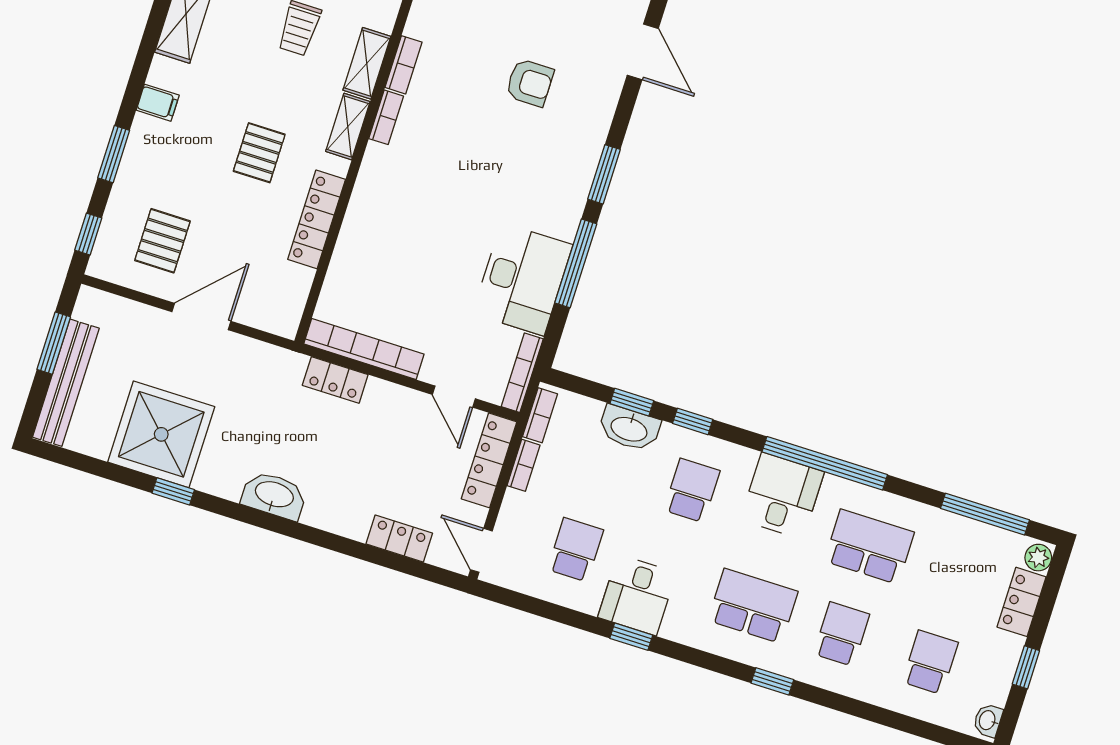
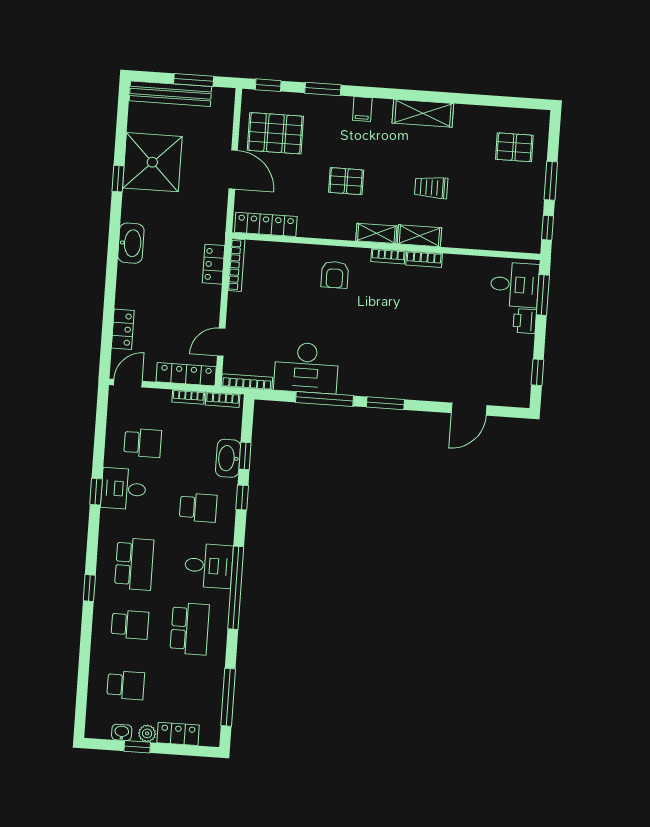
armchair: (530, 83) -> (335, 275), moved
locker: (317, 219) -> (266, 224), moved
pallet: (162, 241) -> (275, 133), width x1.50, depth x1.42
bookcase: (364, 349) -> (236, 265), width x0.68, depth x0.76
plant: (1038, 558) -> (147, 733), moved
washbasin: (988, 720) -> (122, 732), moved

